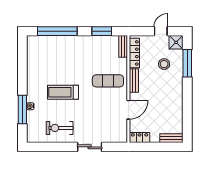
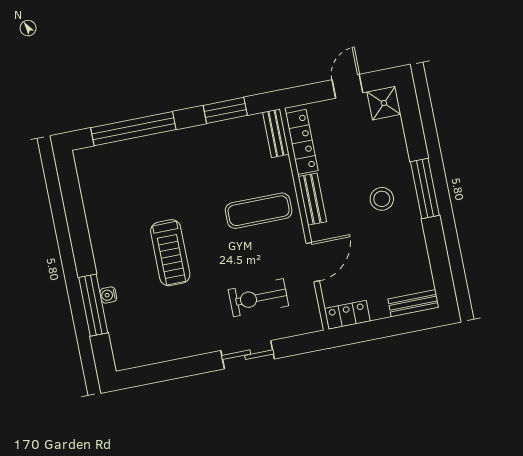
window: (187, 63) -> (425, 189), moved
stool: (164, 64) -> (382, 199), moved
treadmill: (63, 92) -> (170, 253), turned -90
exercise bike: (60, 128) -> (258, 298), moved

